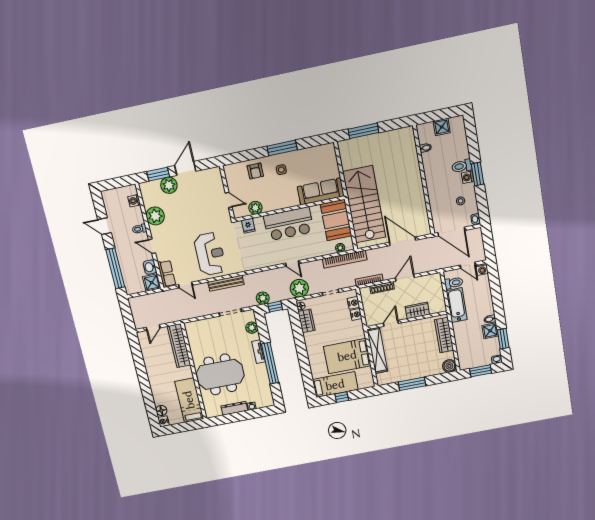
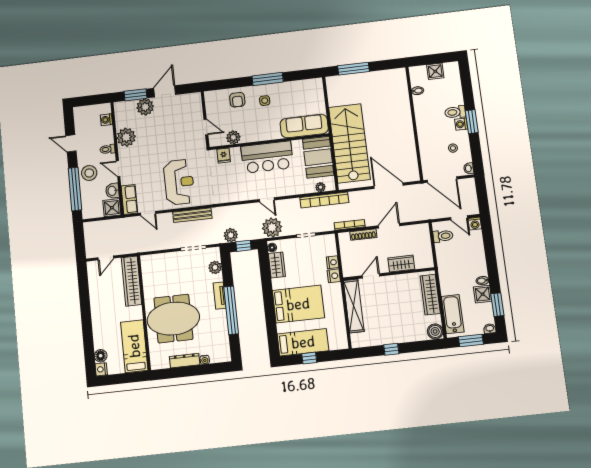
stool: (126, 252) -> (89, 173), added
nightstand: (353, 303) -> (334, 276), moved
bathtub: (457, 305) -> (453, 314), moved
bed: (347, 356) -> (298, 304), moved, turned 180
window: (412, 384) -> (391, 349), width x0.46

